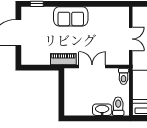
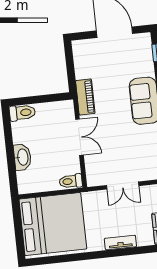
toilet: (118, 106) -> (22, 113), moved

